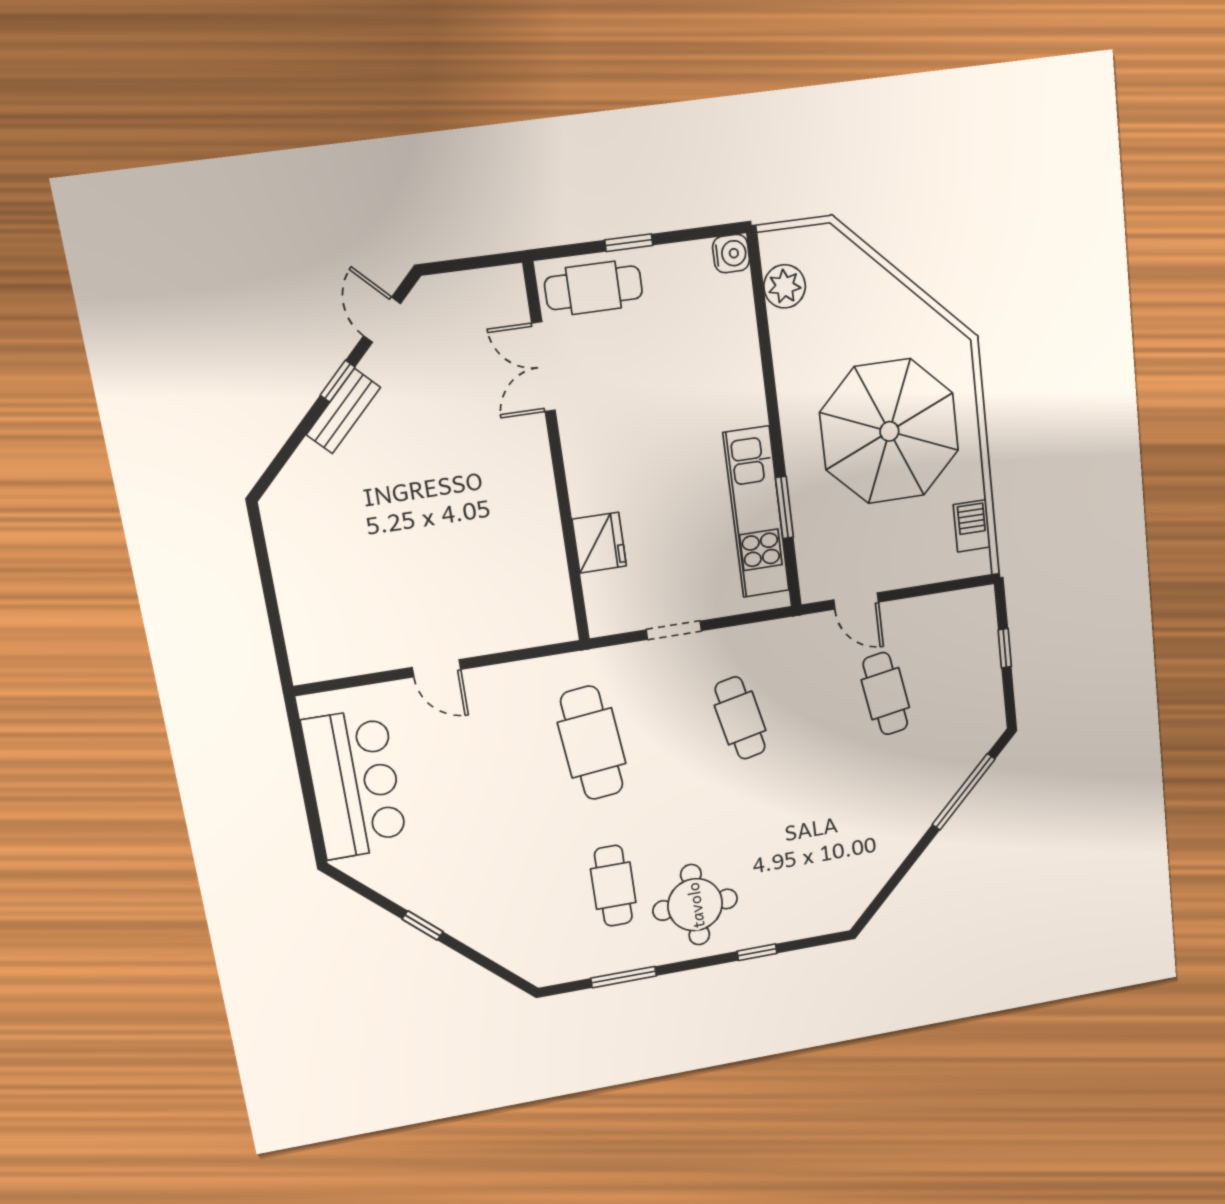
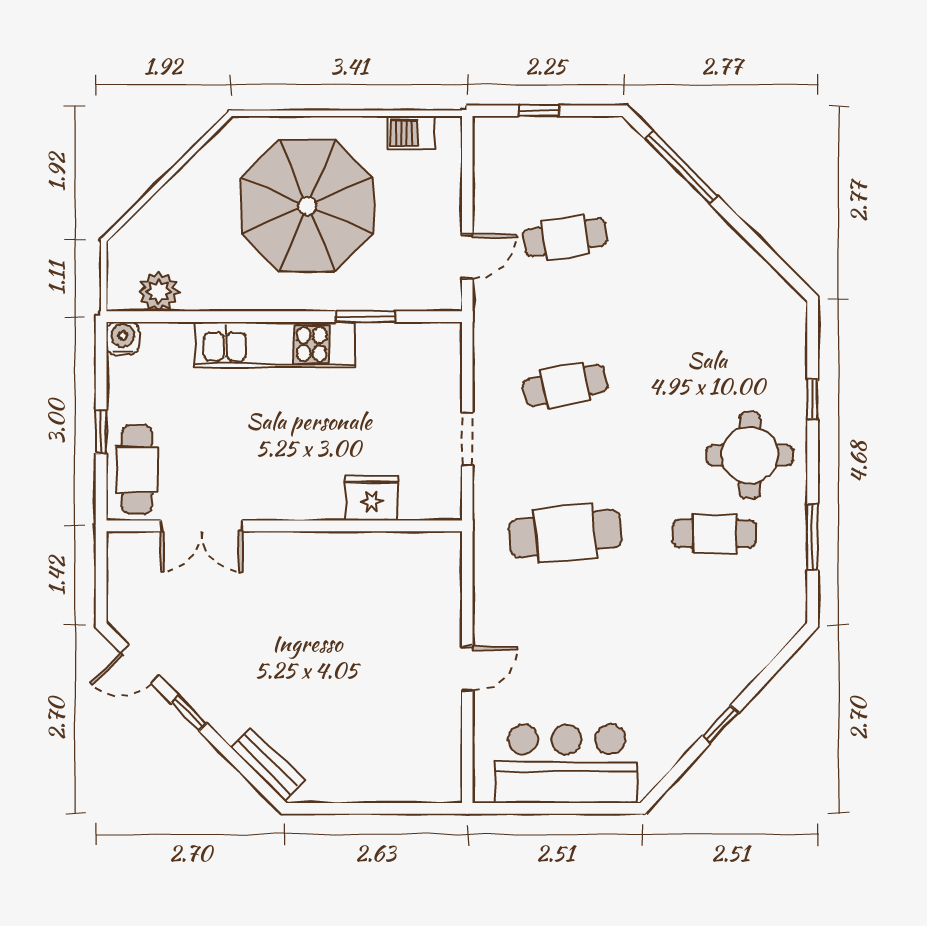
bench: (343, 411) -> (268, 764), moved
kitchen unit: (756, 512) -> (275, 344), moved

